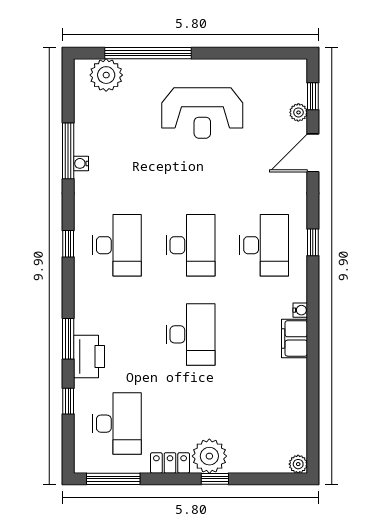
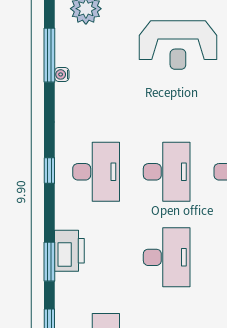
window: (68, 151) -> (49, 55), moved
water cooler: (81, 163) -> (62, 74), moved
printer: (89, 357) -> (69, 251), moved

